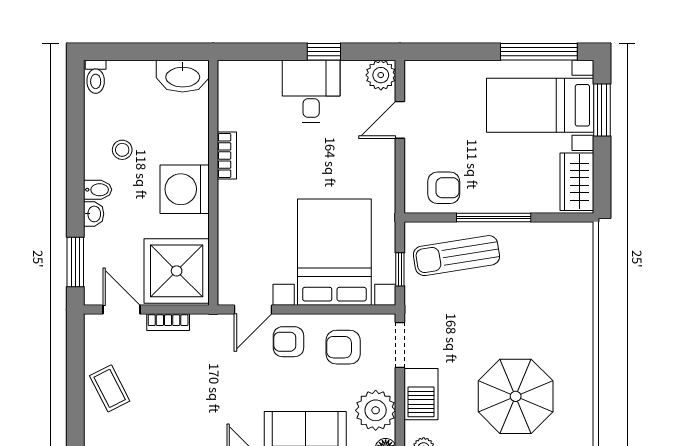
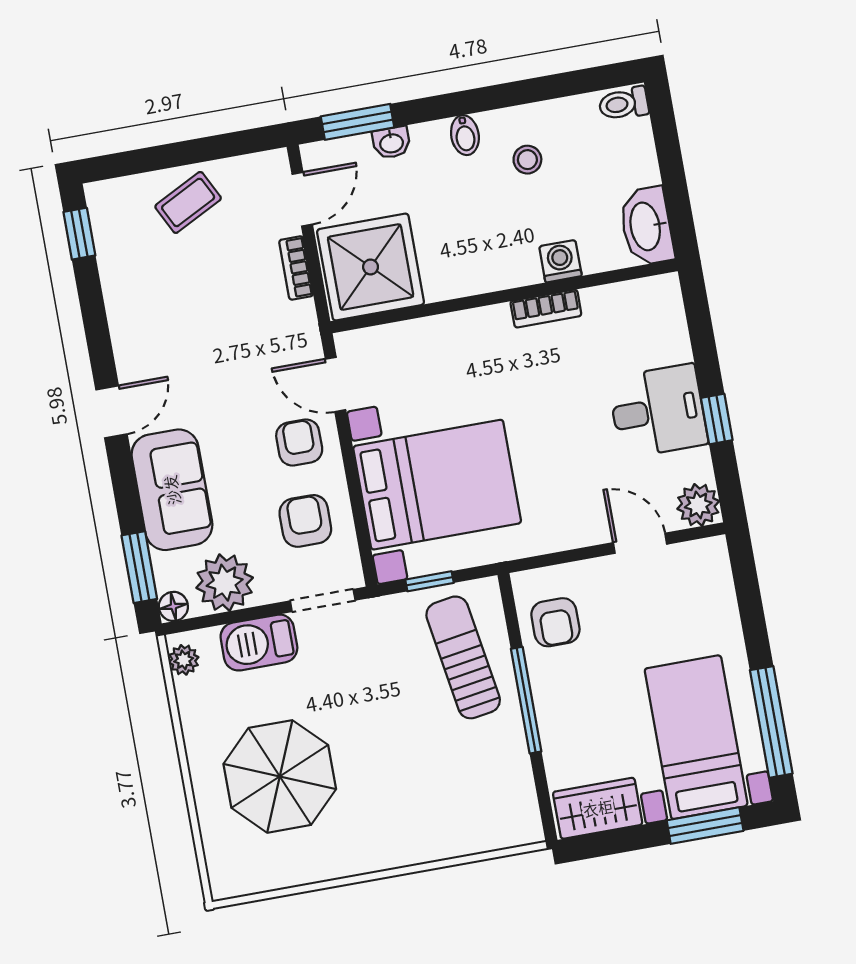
washing machine: (185, 189) -> (560, 261), moved, width x0.53, depth x0.53
washbasin: (94, 214) -> (391, 143), moved

